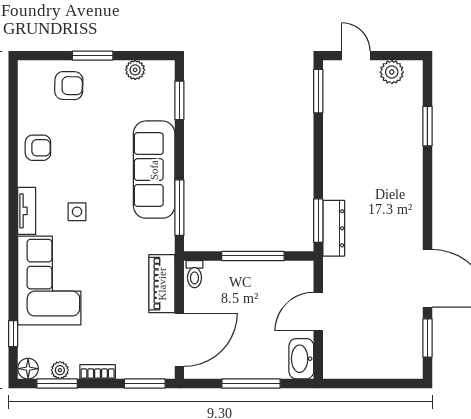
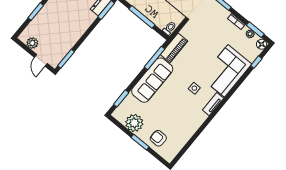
plant: (135, 70) -> (134, 123), width x1.87, depth x1.87
armchair: (38, 148) -> (189, 124), removed
piano: (162, 284) -> (174, 48), moved

